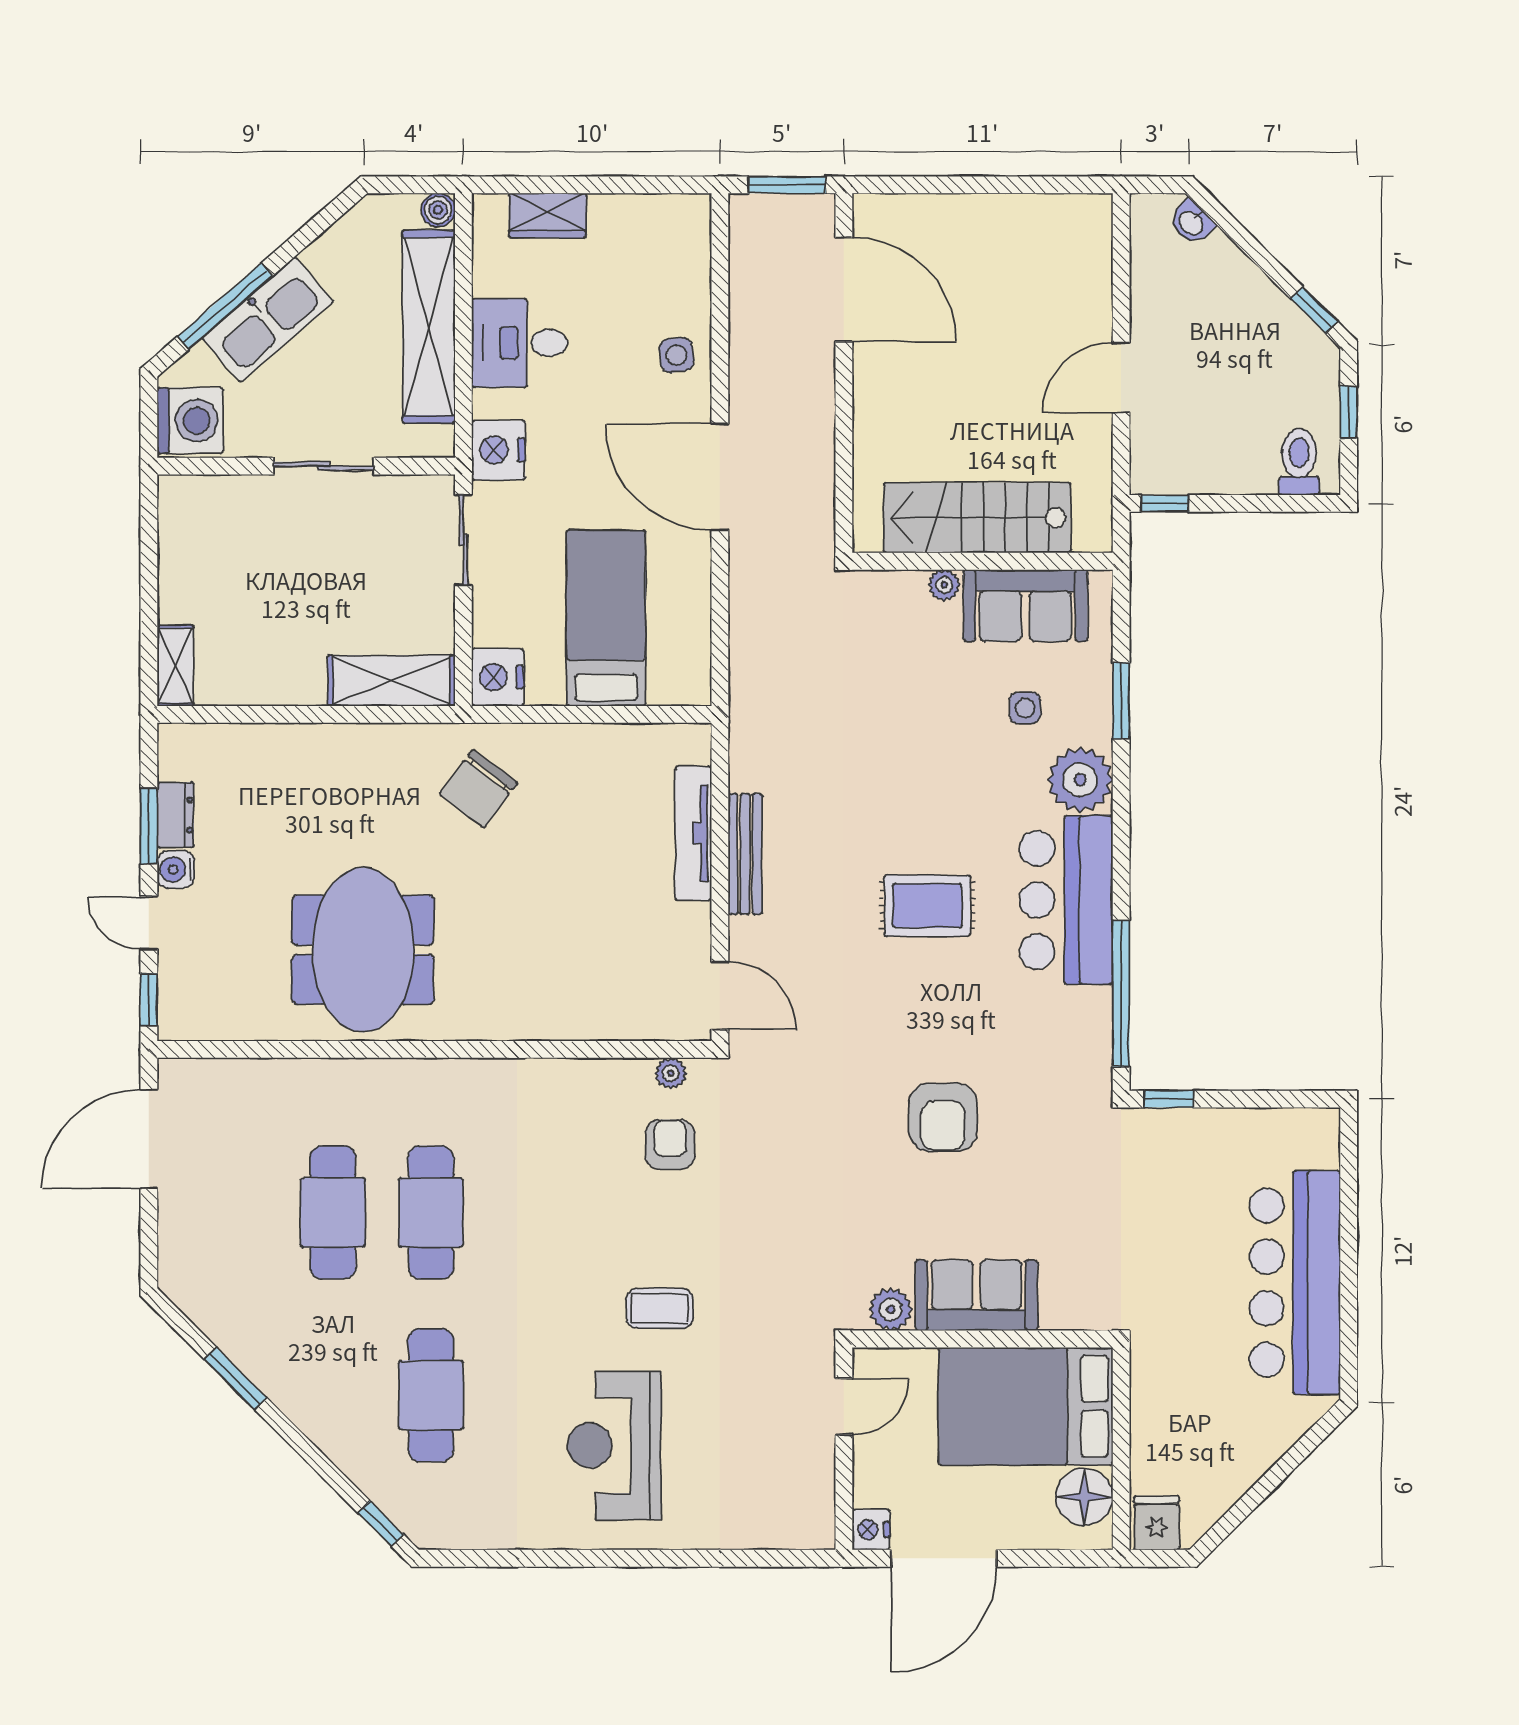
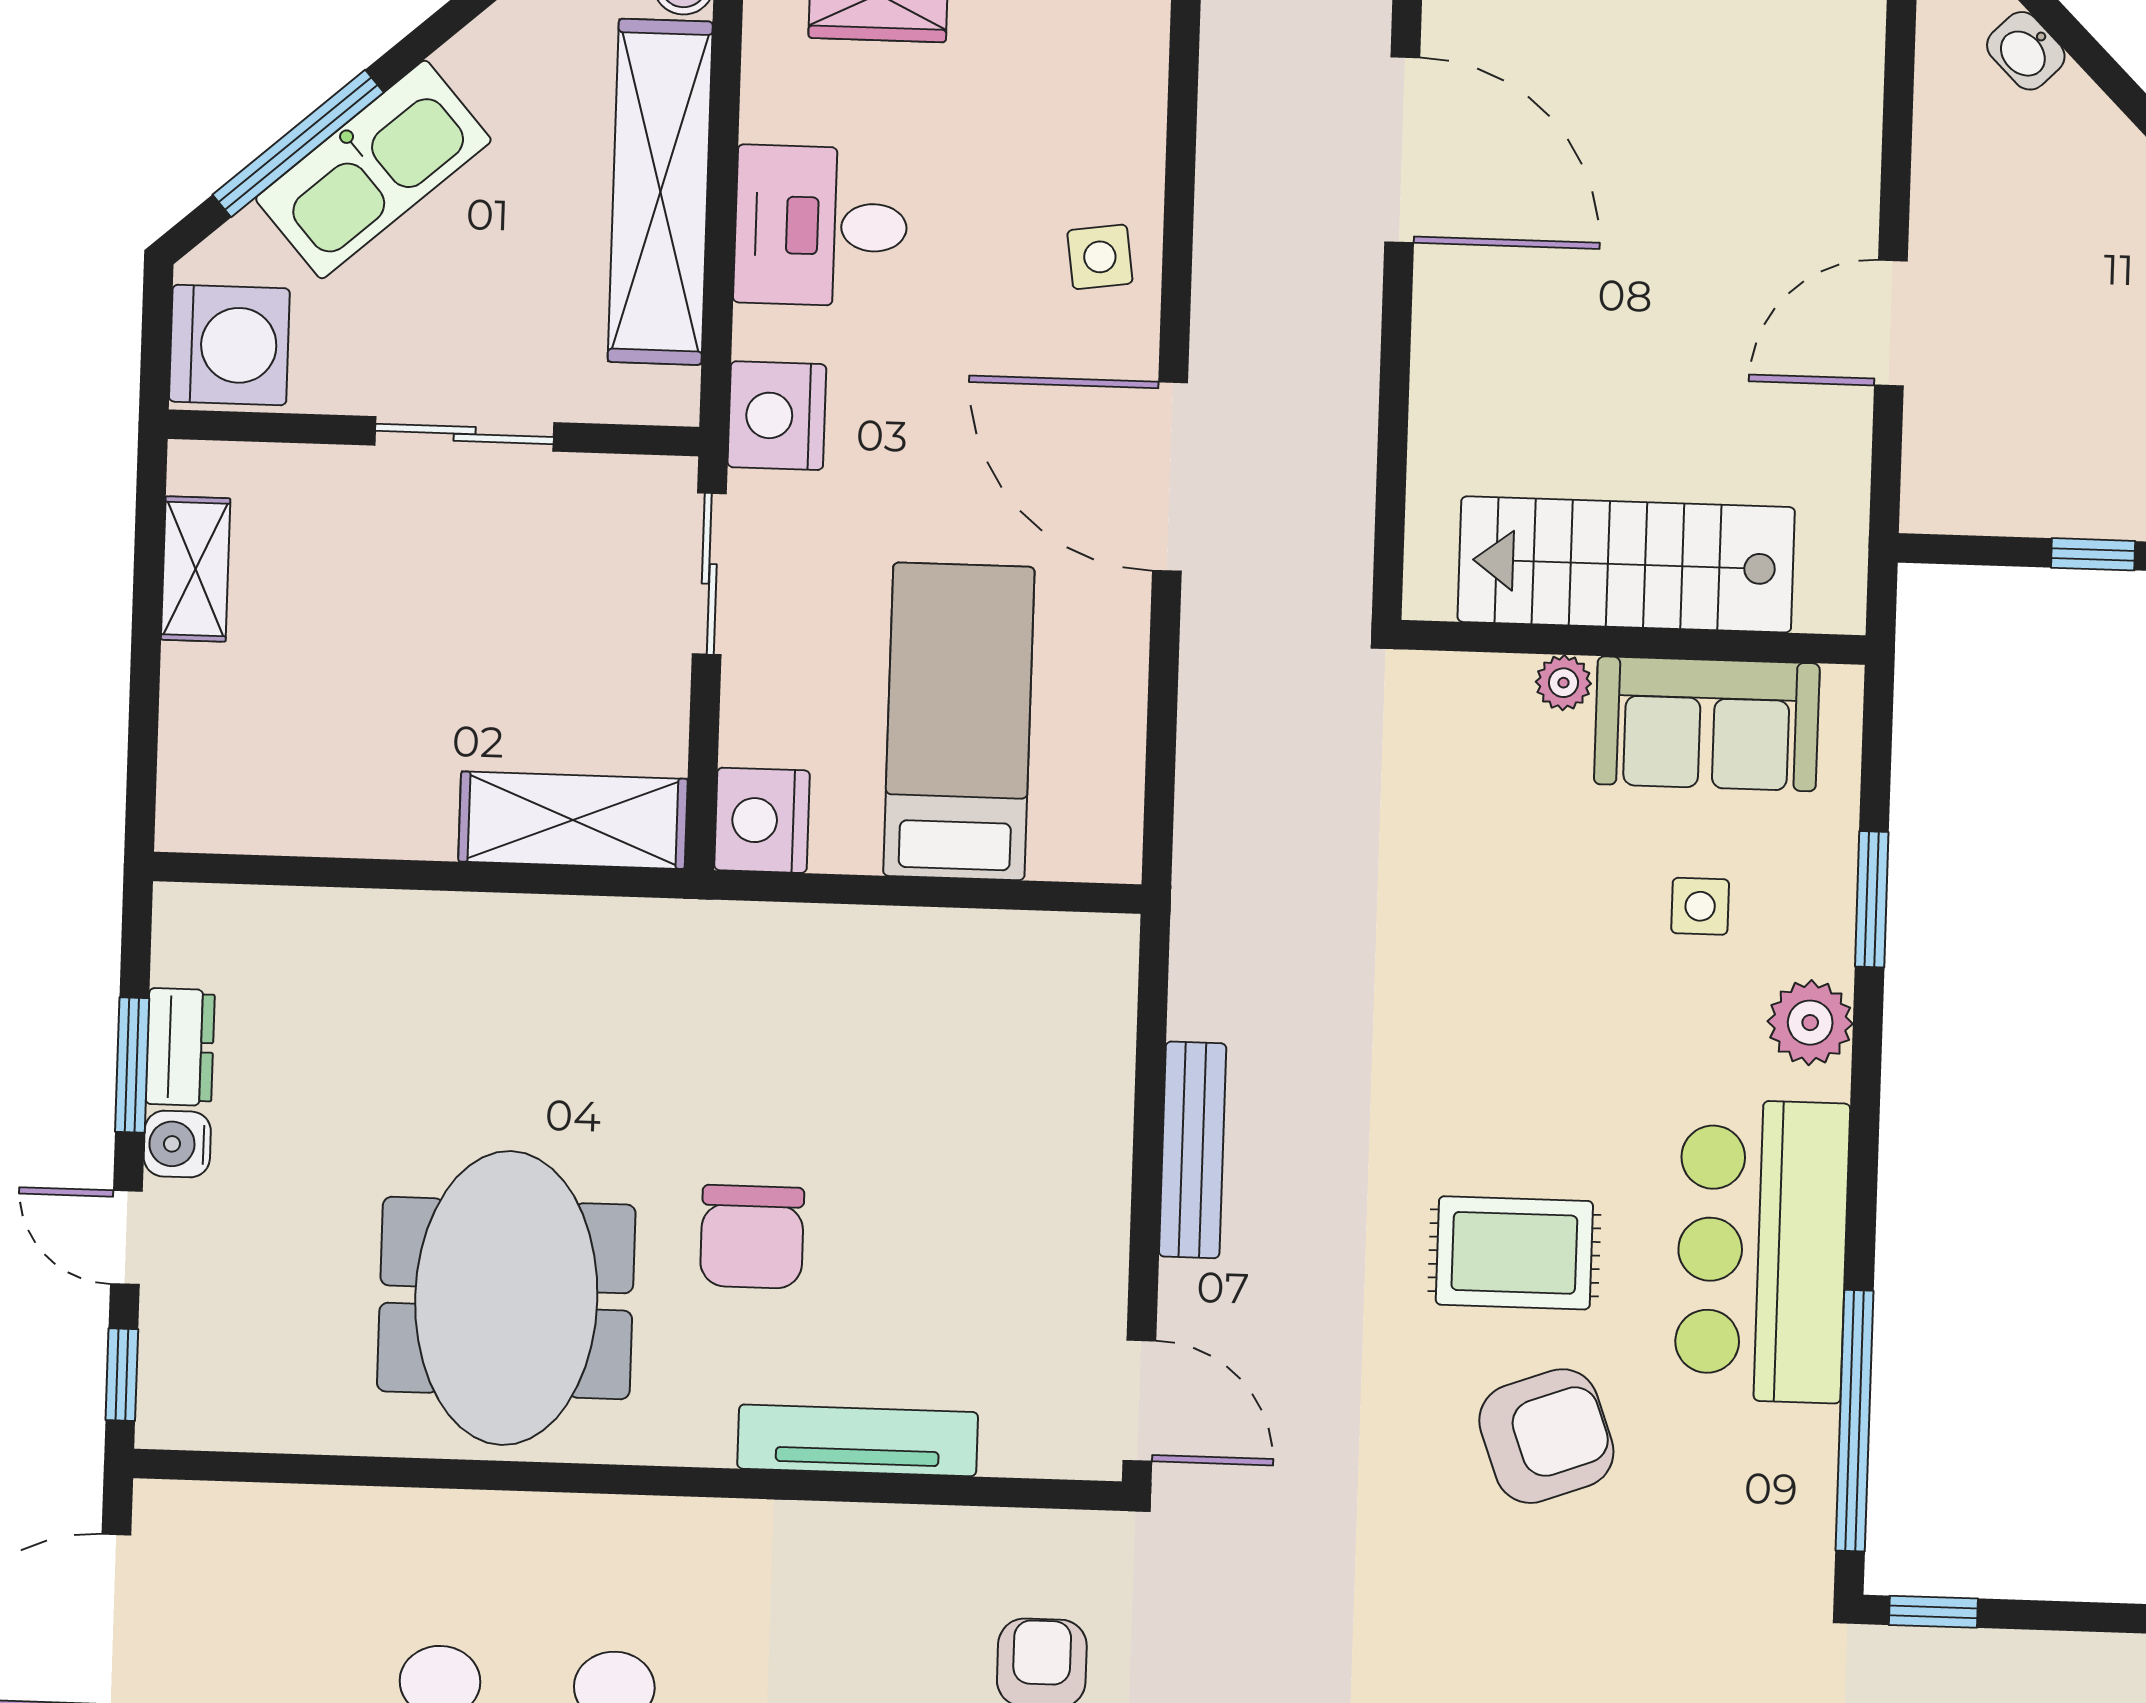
window: (1165, 503) -> (2093, 554), moved
shelving: (175, 666) -> (196, 569), moved
plant: (1080, 780) -> (1810, 1023), width x0.73, depth x0.73
chair: (478, 788) -> (752, 1237), moved, turned -37
tv unit: (693, 833) -> (858, 1440), moved, turned 90
plant: (671, 1073) -> (1047, 1536), removed
armchair: (943, 1117) -> (1546, 1436), moved, turned -110

